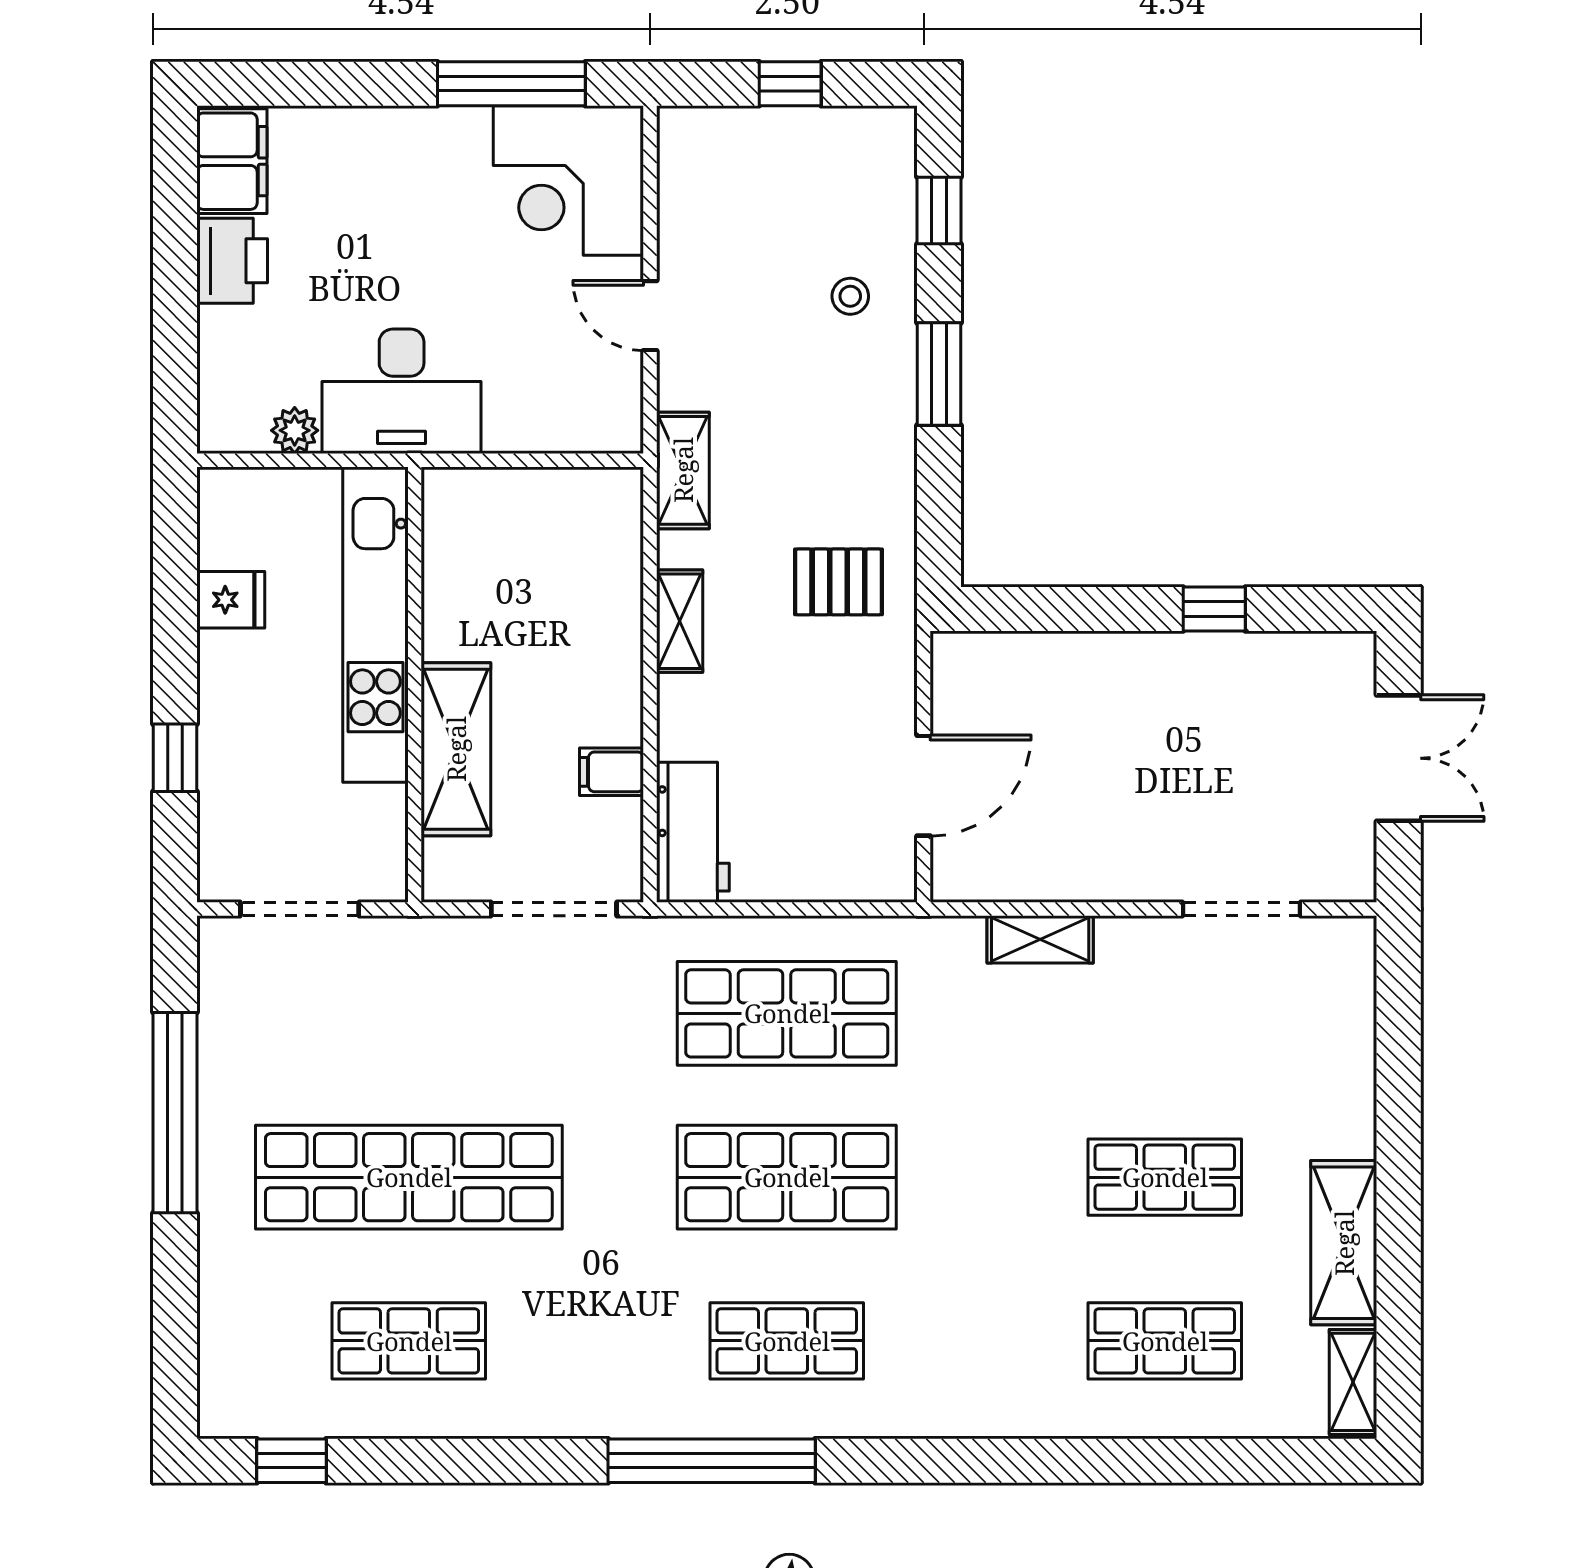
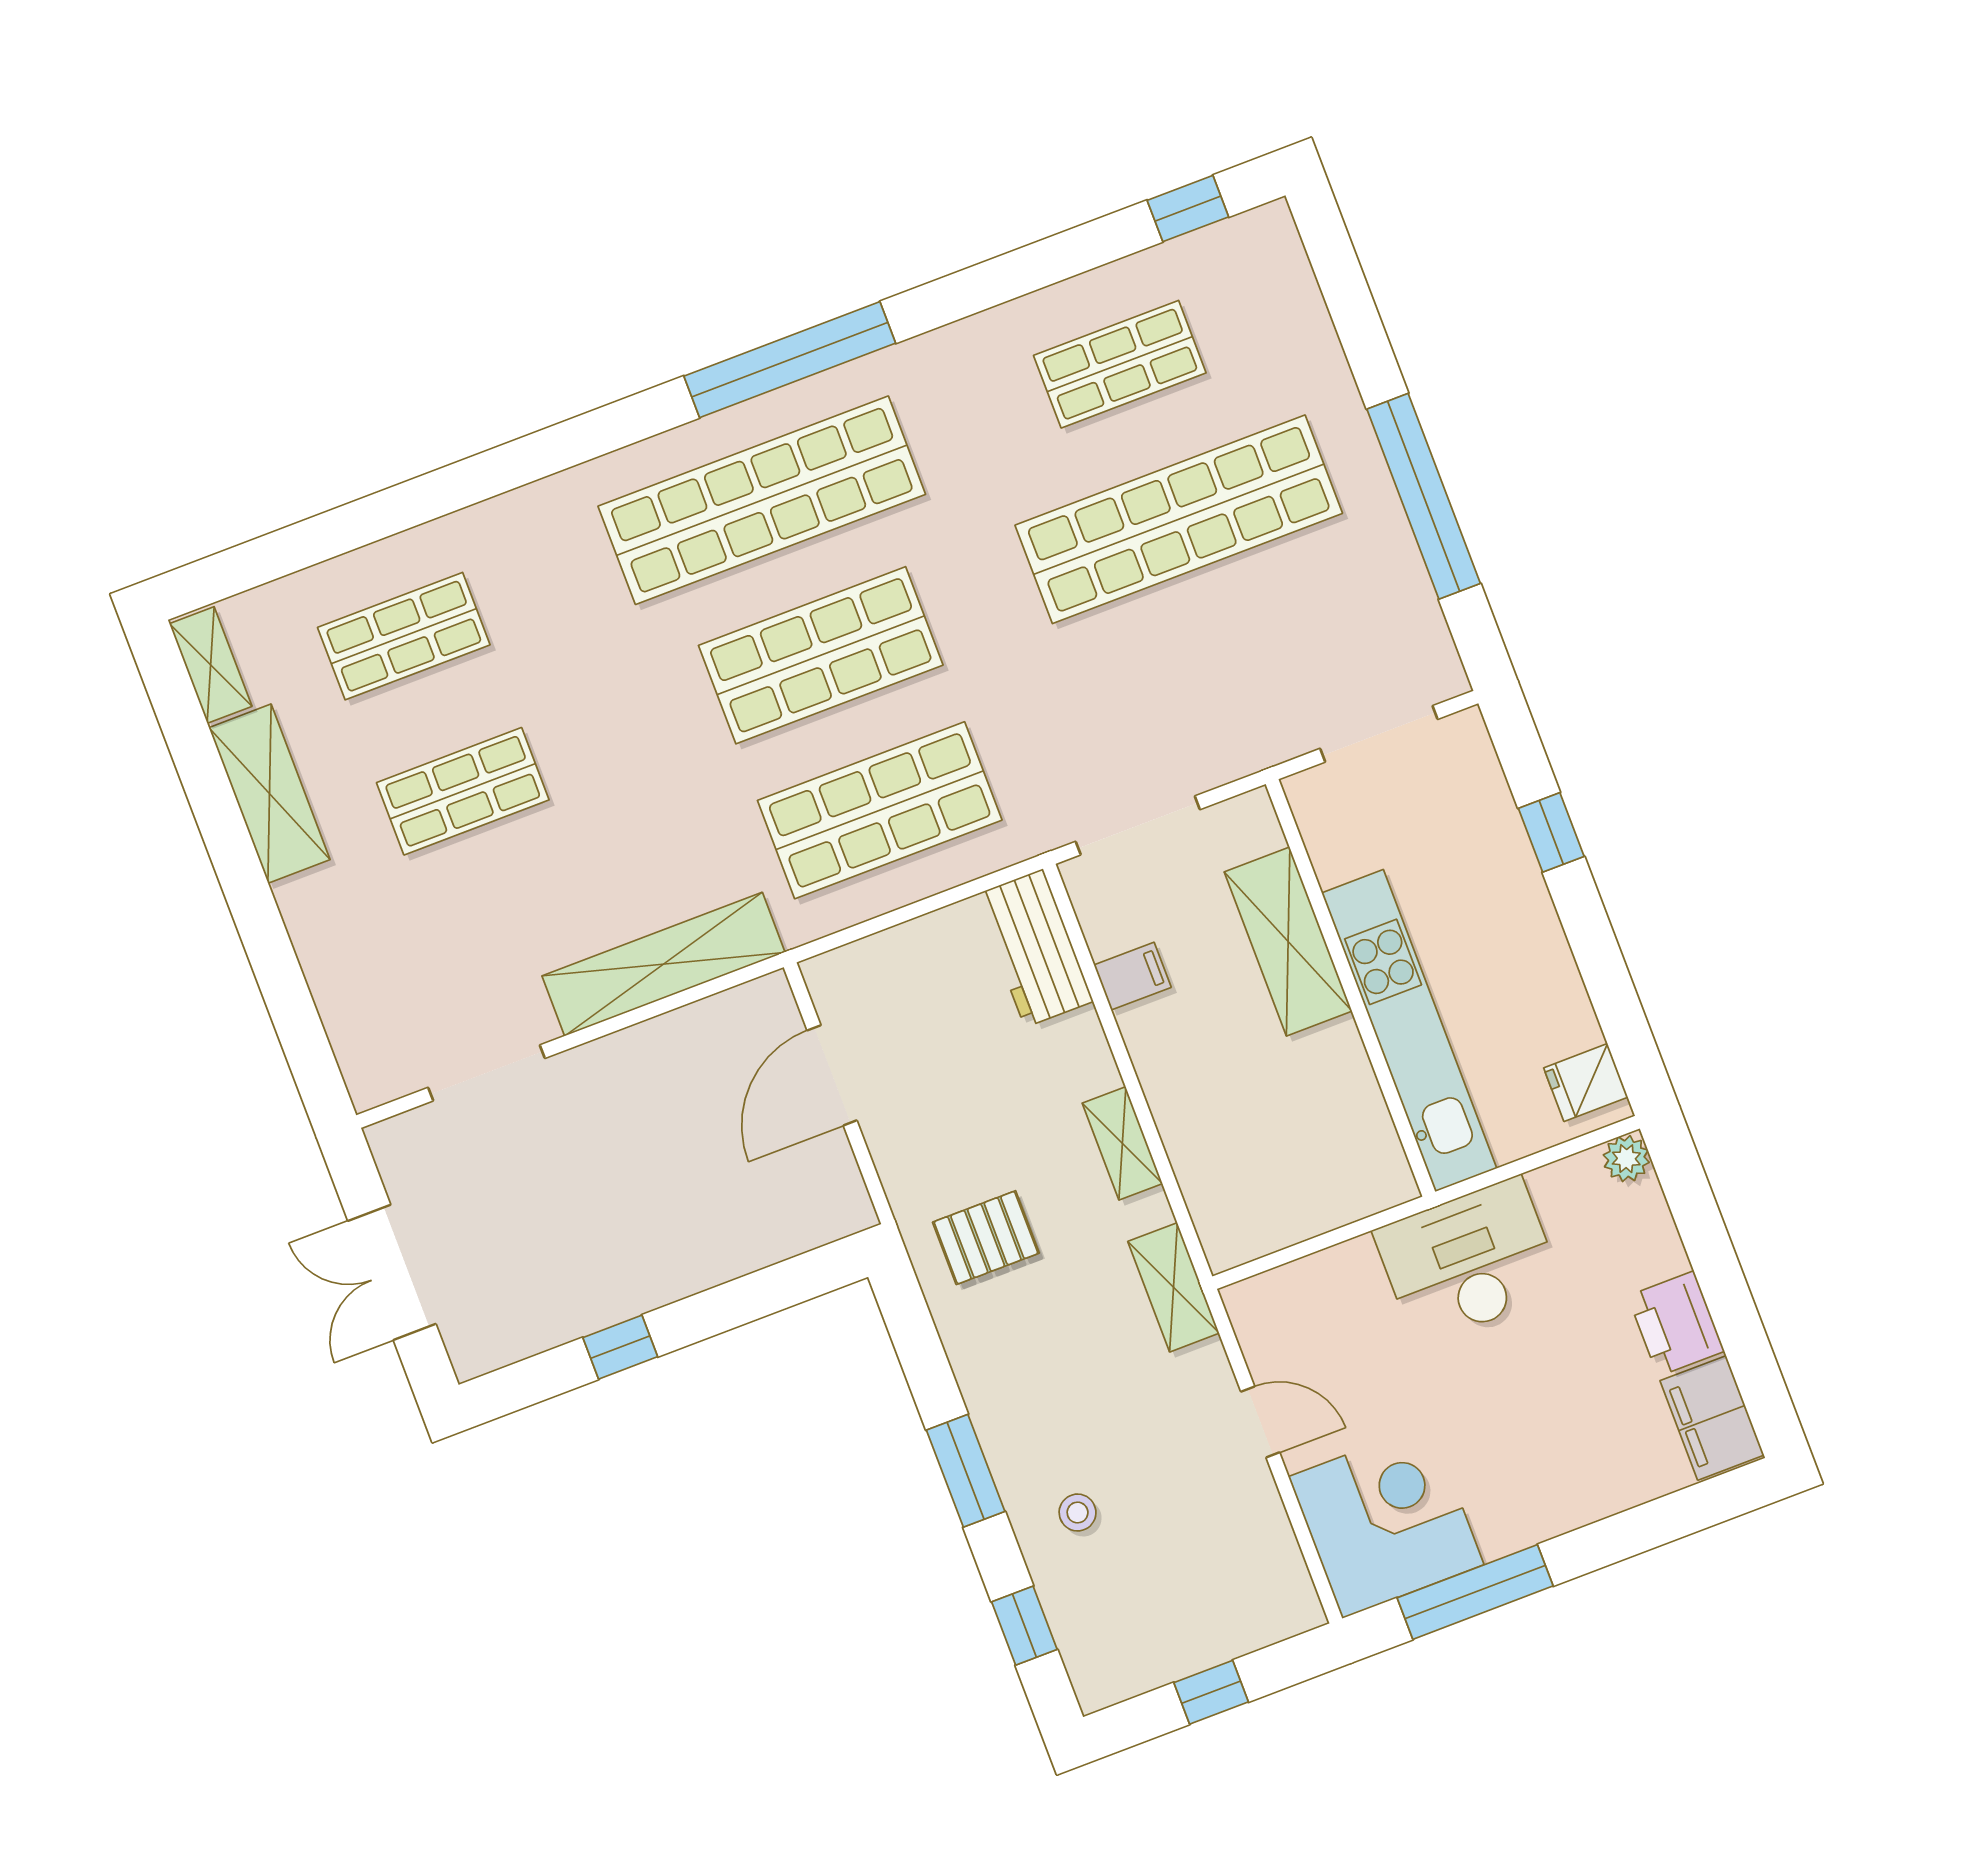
plant: (295, 430) -> (1626, 1159), moved
fridge: (231, 600) -> (1586, 1083), moved
shelving: (1040, 939) -> (663, 964), width x2.20, depth x1.33
shop shelf: (787, 1341) -> (762, 500), width x2.00, depth x1.36

